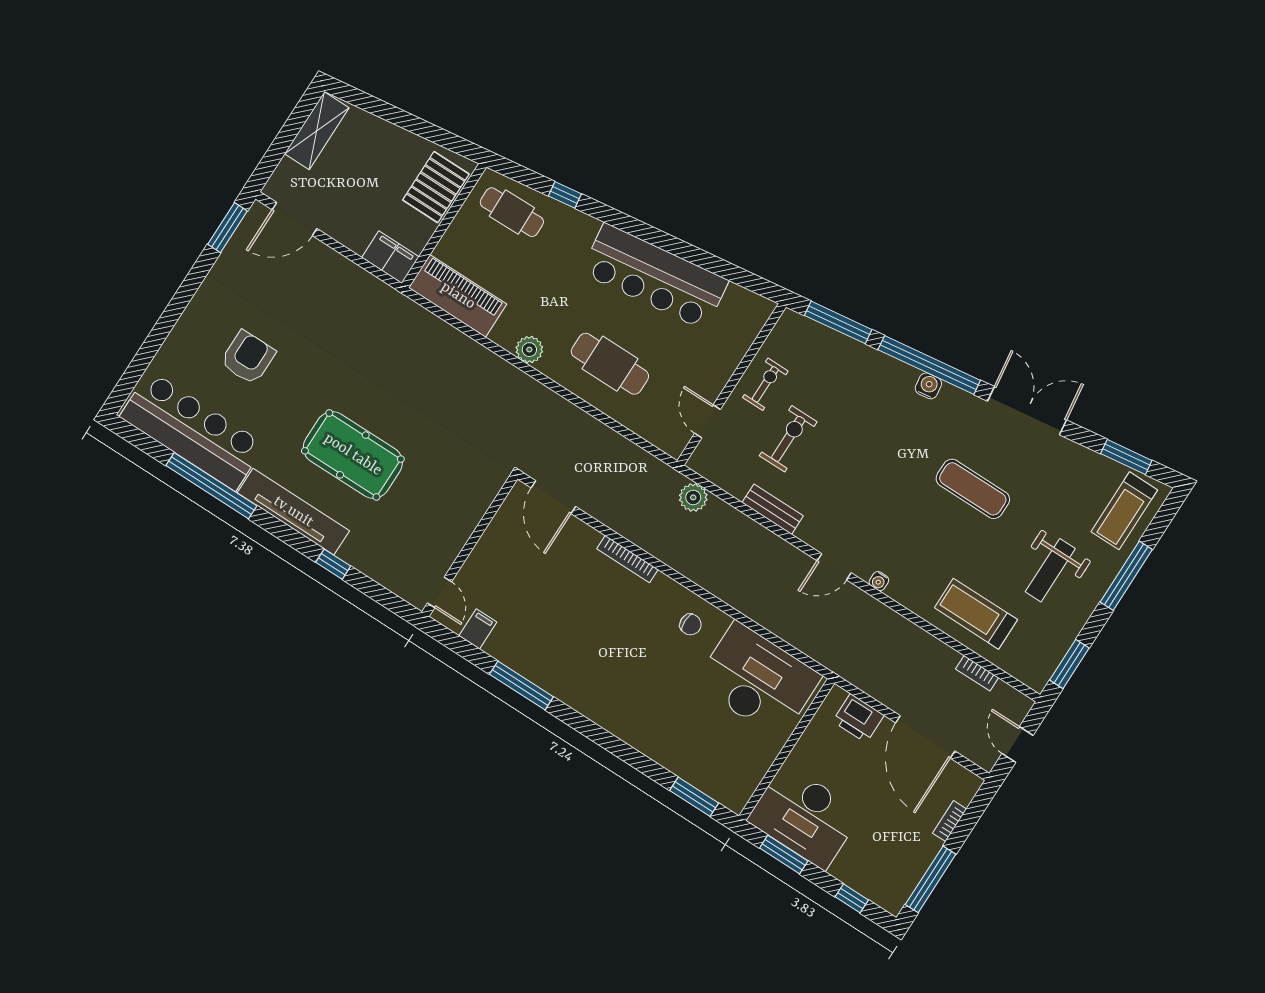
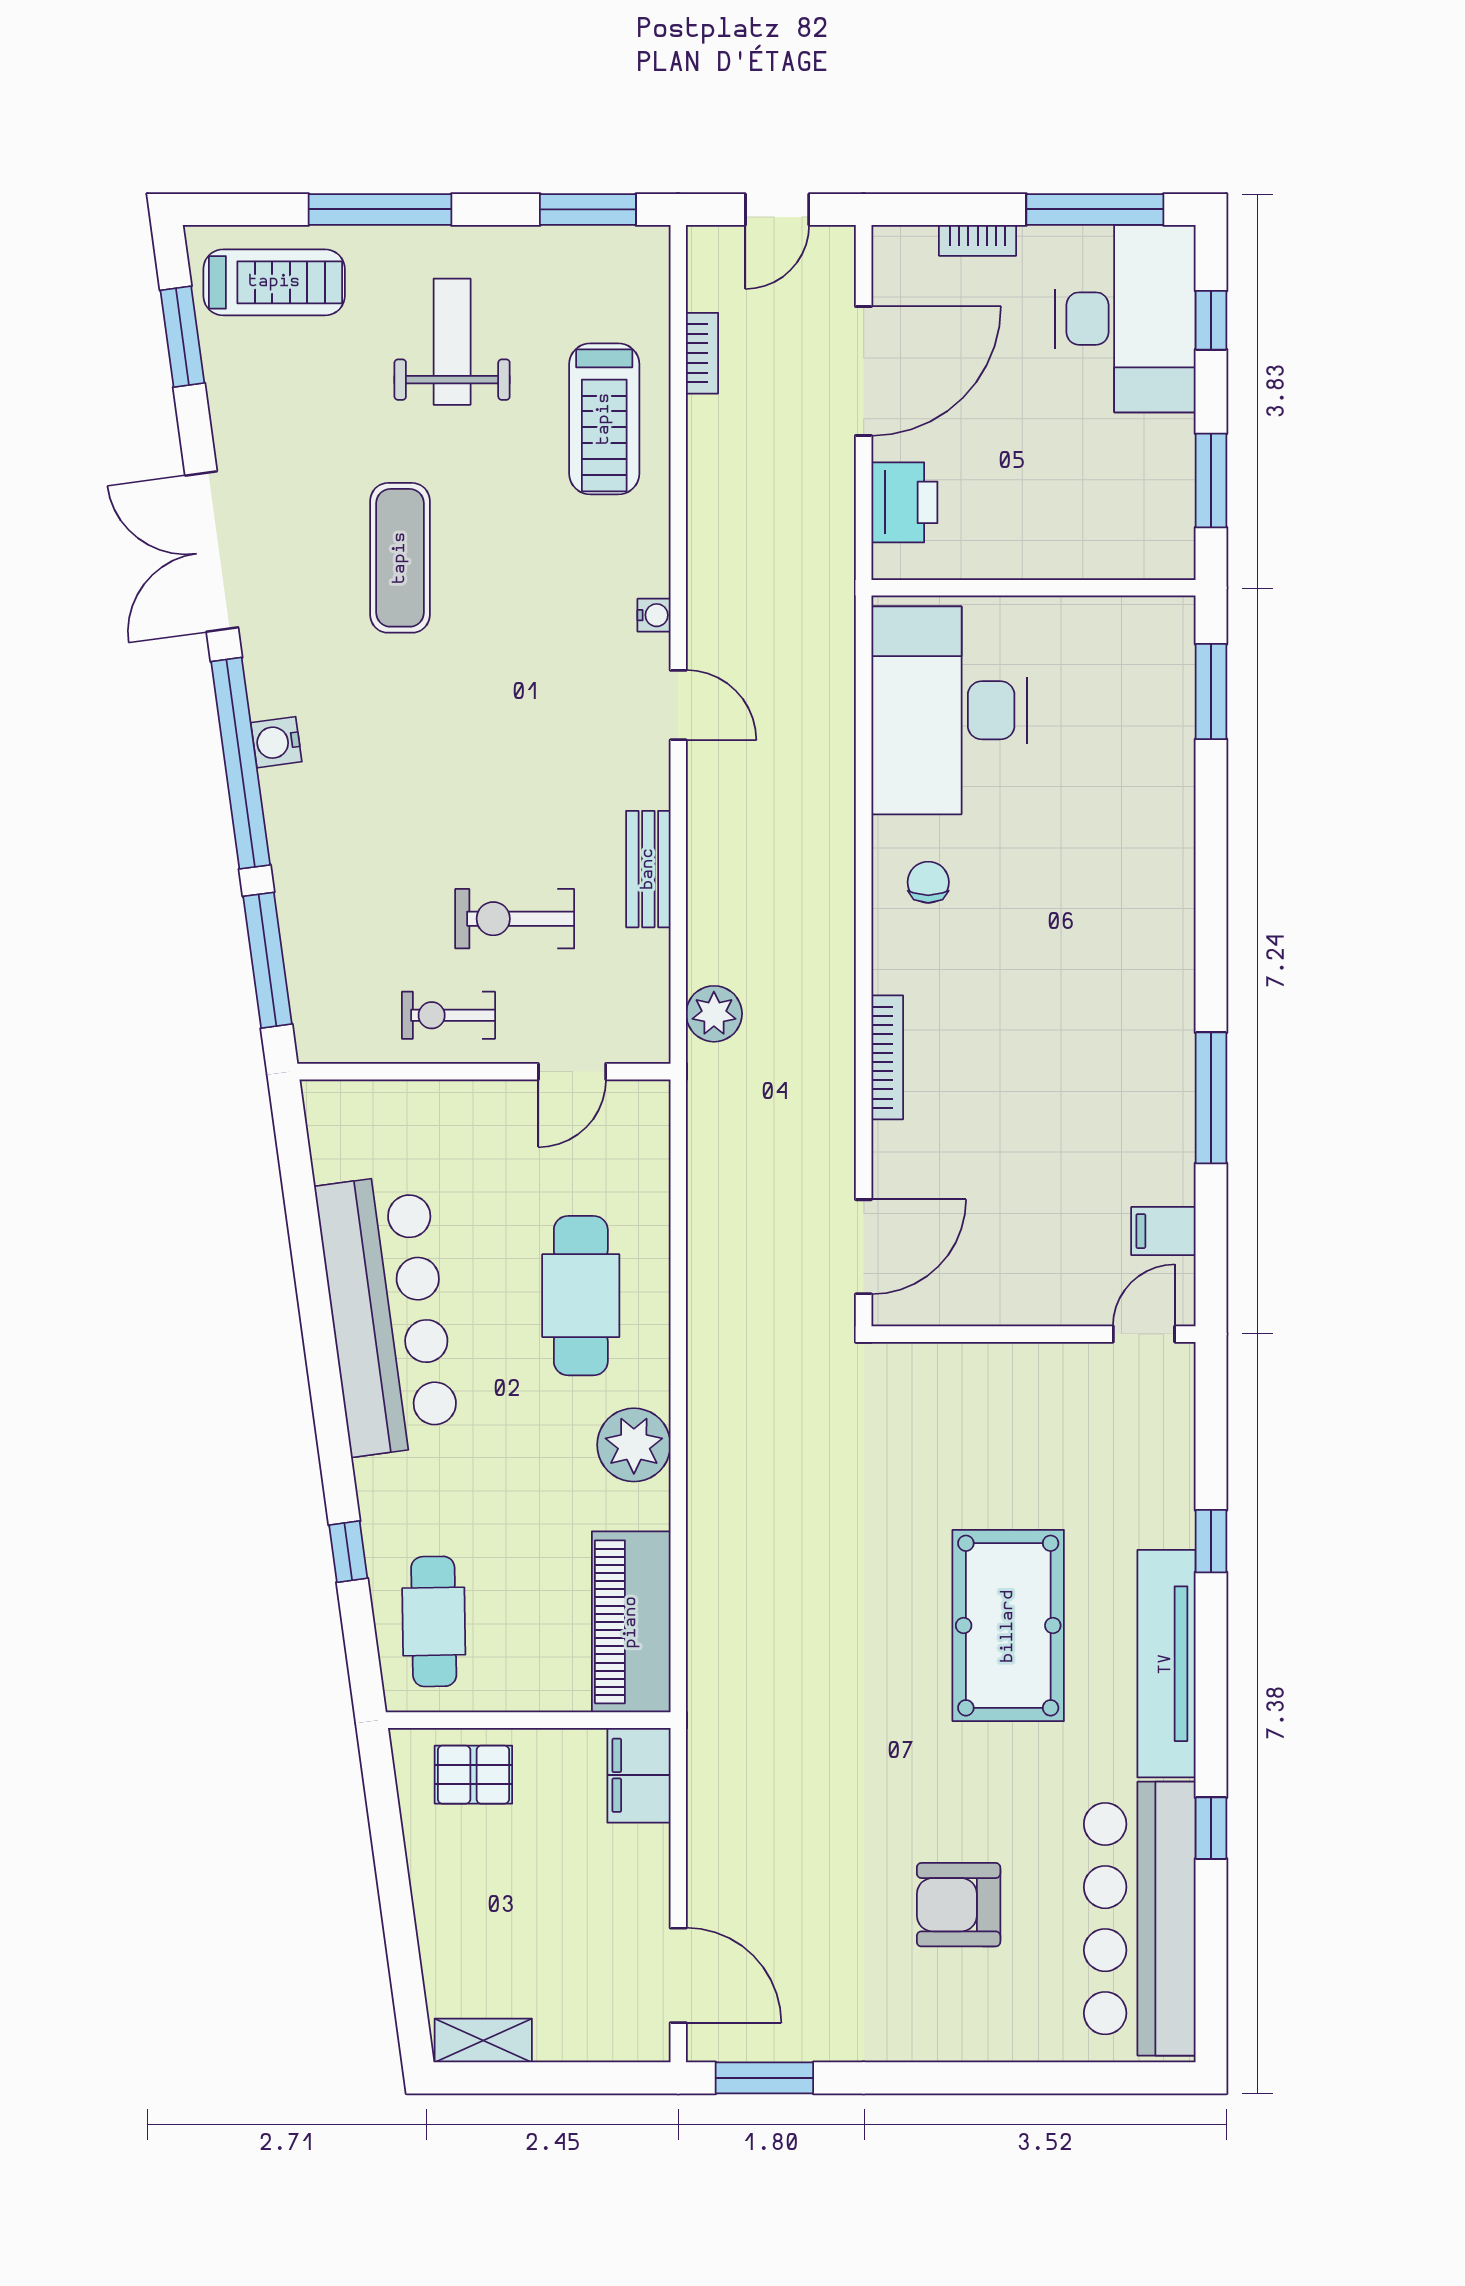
shelving: (317, 131) -> (483, 2040), width x0.67, depth x0.75
pallet: (436, 187) -> (473, 1775), width x0.67, depth x0.71
plant: (529, 350) -> (634, 1445), width x1.36, depth x1.36
window: (211, 486) -> (1211, 1828), width x0.32
weight bench: (1050, 570) -> (452, 342), turned -90
desk: (805, 817) -> (1125, 319), moved

